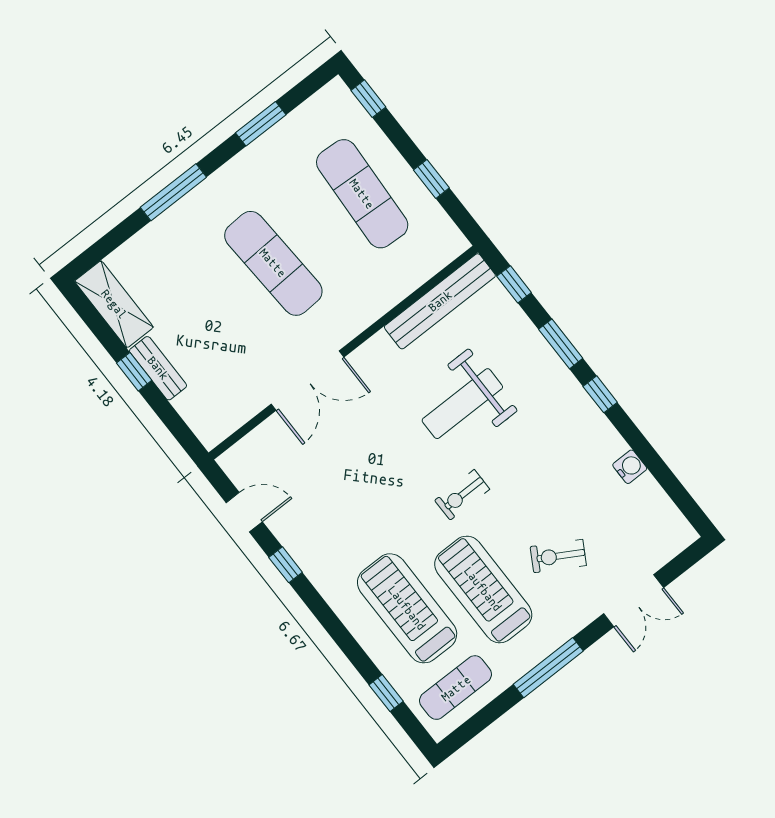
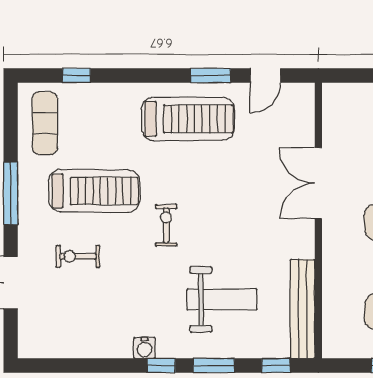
weight bench: (462, 404) -> (222, 299), moved, turned 90
water cooler: (630, 467) -> (144, 348), moved
exercise bike: (558, 556) -> (78, 256), turned -120
window: (286, 565) -> (210, 75), width x1.50
treadmill: (407, 608) -> (188, 119), moved

